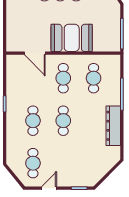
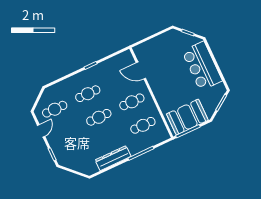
booth: (72, 38) -> (187, 117), moved, turned 90
door: (35, 53) -> (141, 71), hinge flipped
door: (49, 188) -> (41, 131), hinge flipped

